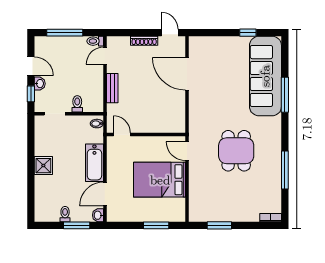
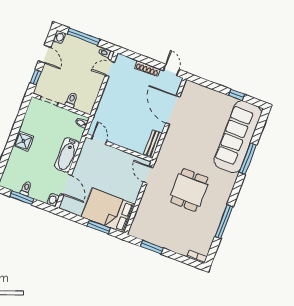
washbasin: (40, 84) -> (59, 37), moved
bench: (112, 88) -> (153, 144), moved
bed: (160, 180) -> (108, 211), moved
door: (105, 194) -> (66, 184), swing flipped
window: (77, 225) -> (22, 198), moved

